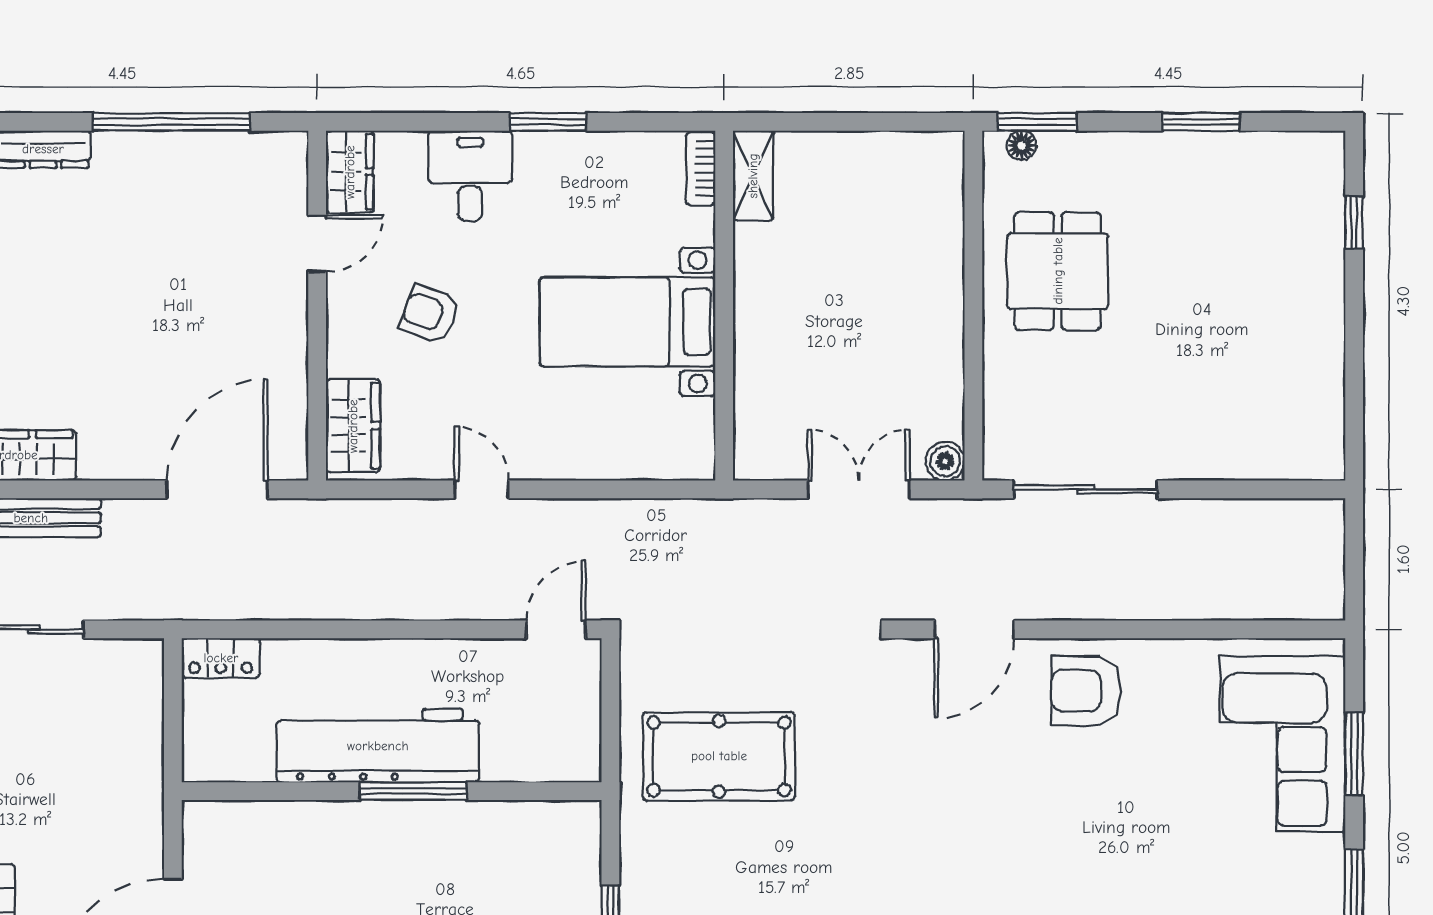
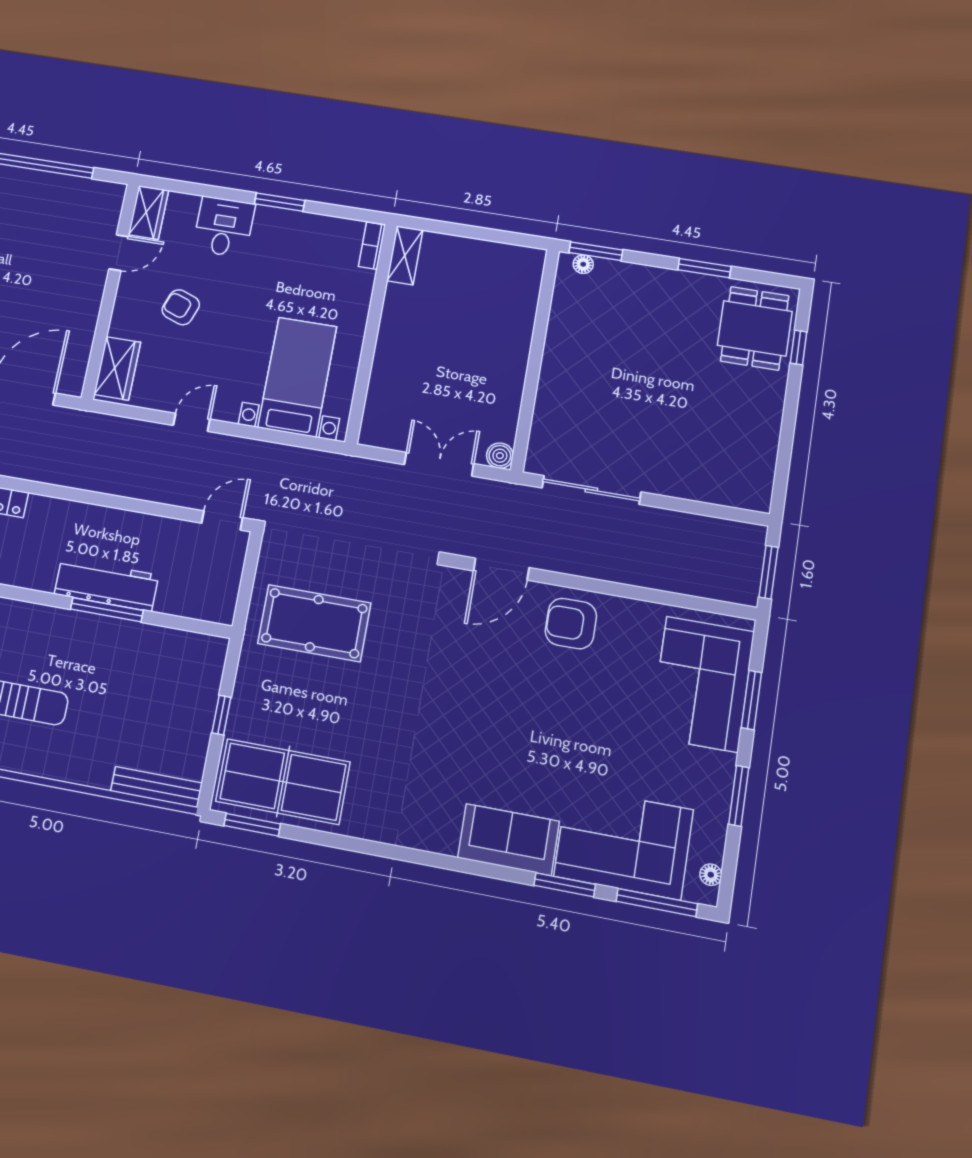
dining table: (1058, 271) -> (755, 328), moved
bed with nightstands: (627, 322) -> (297, 377), moved, turned 90
door: (481, 489) -> (192, 422), hinge flipped
window: (1354, 566) -> (769, 572), added
workbench: (378, 746) -> (106, 585), width x0.73, depth x0.76

